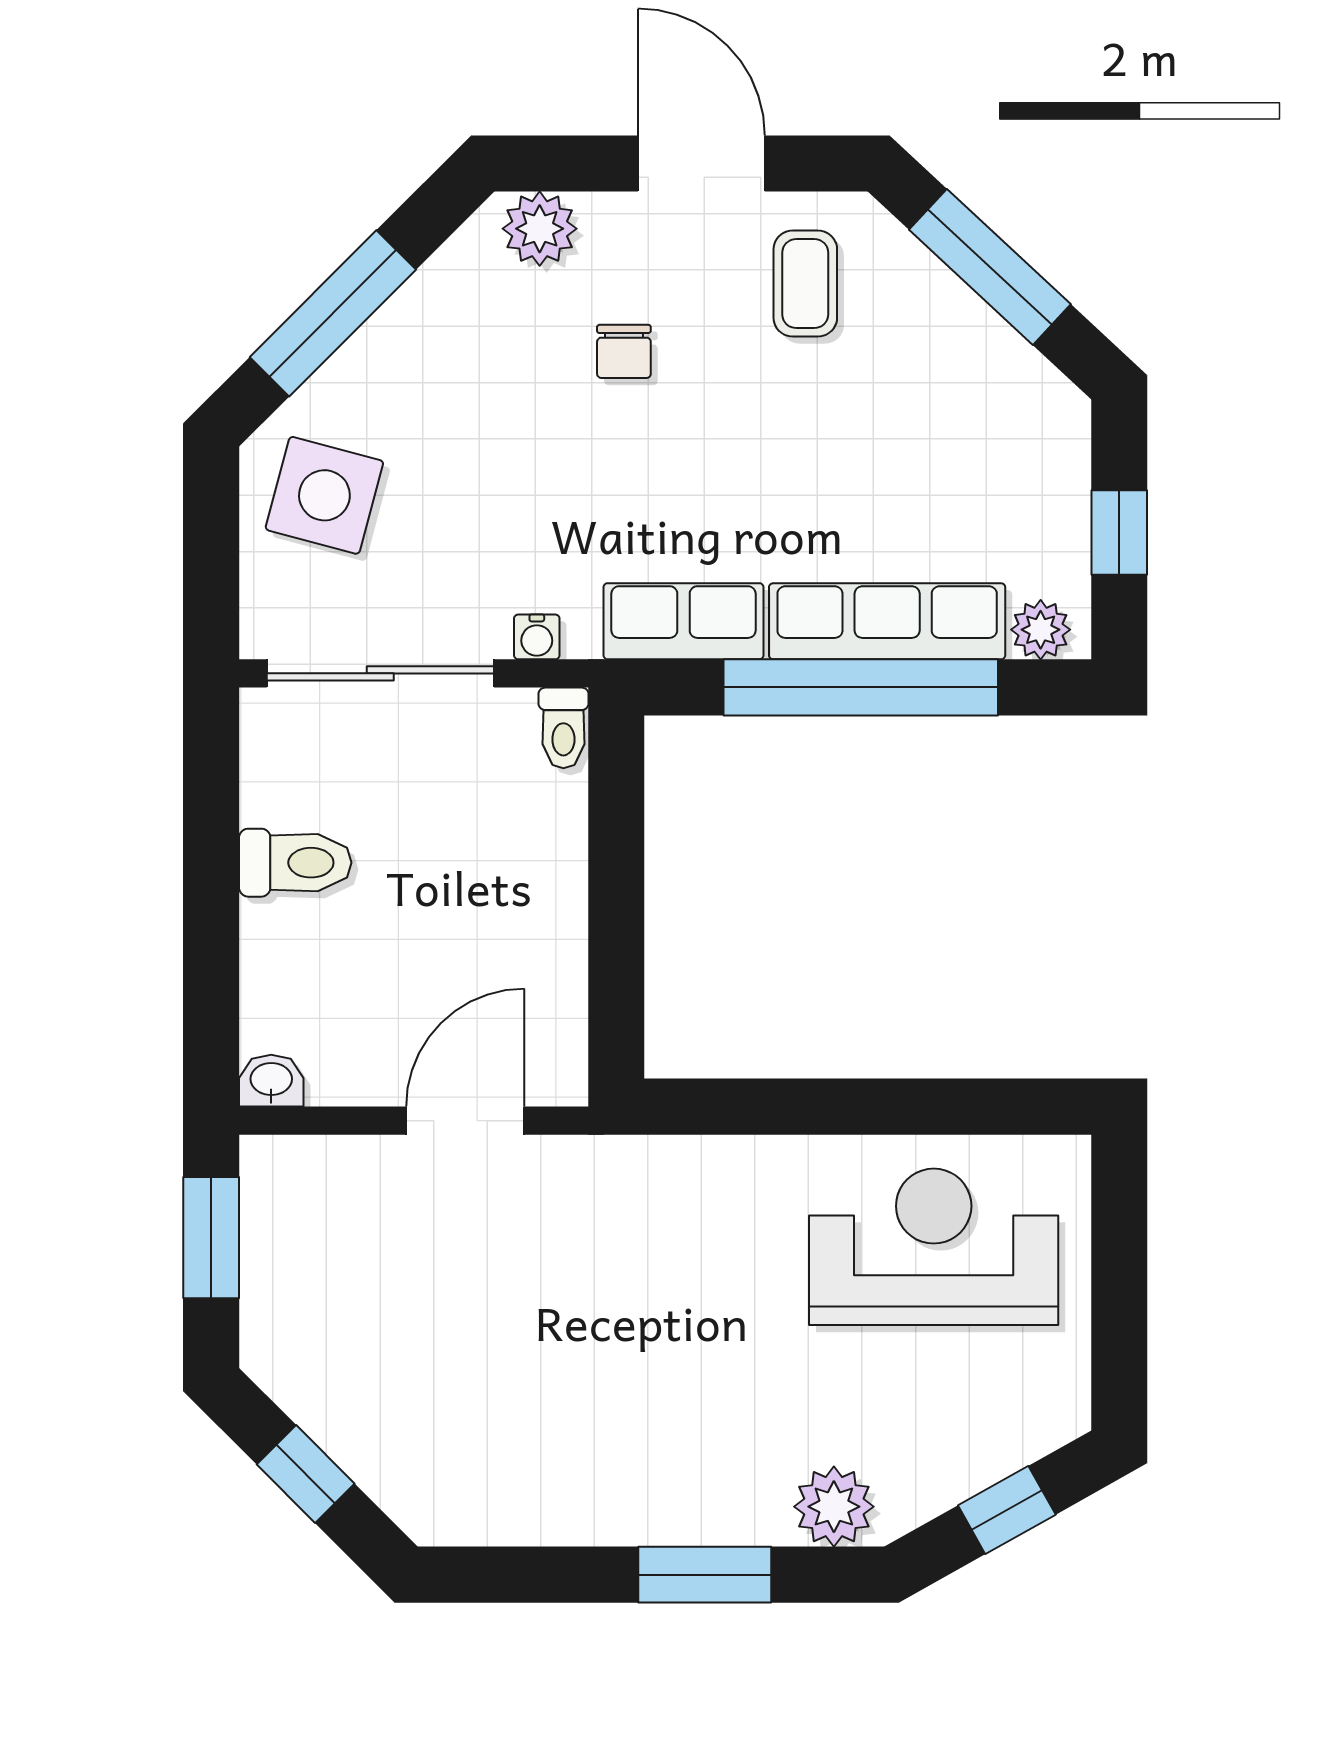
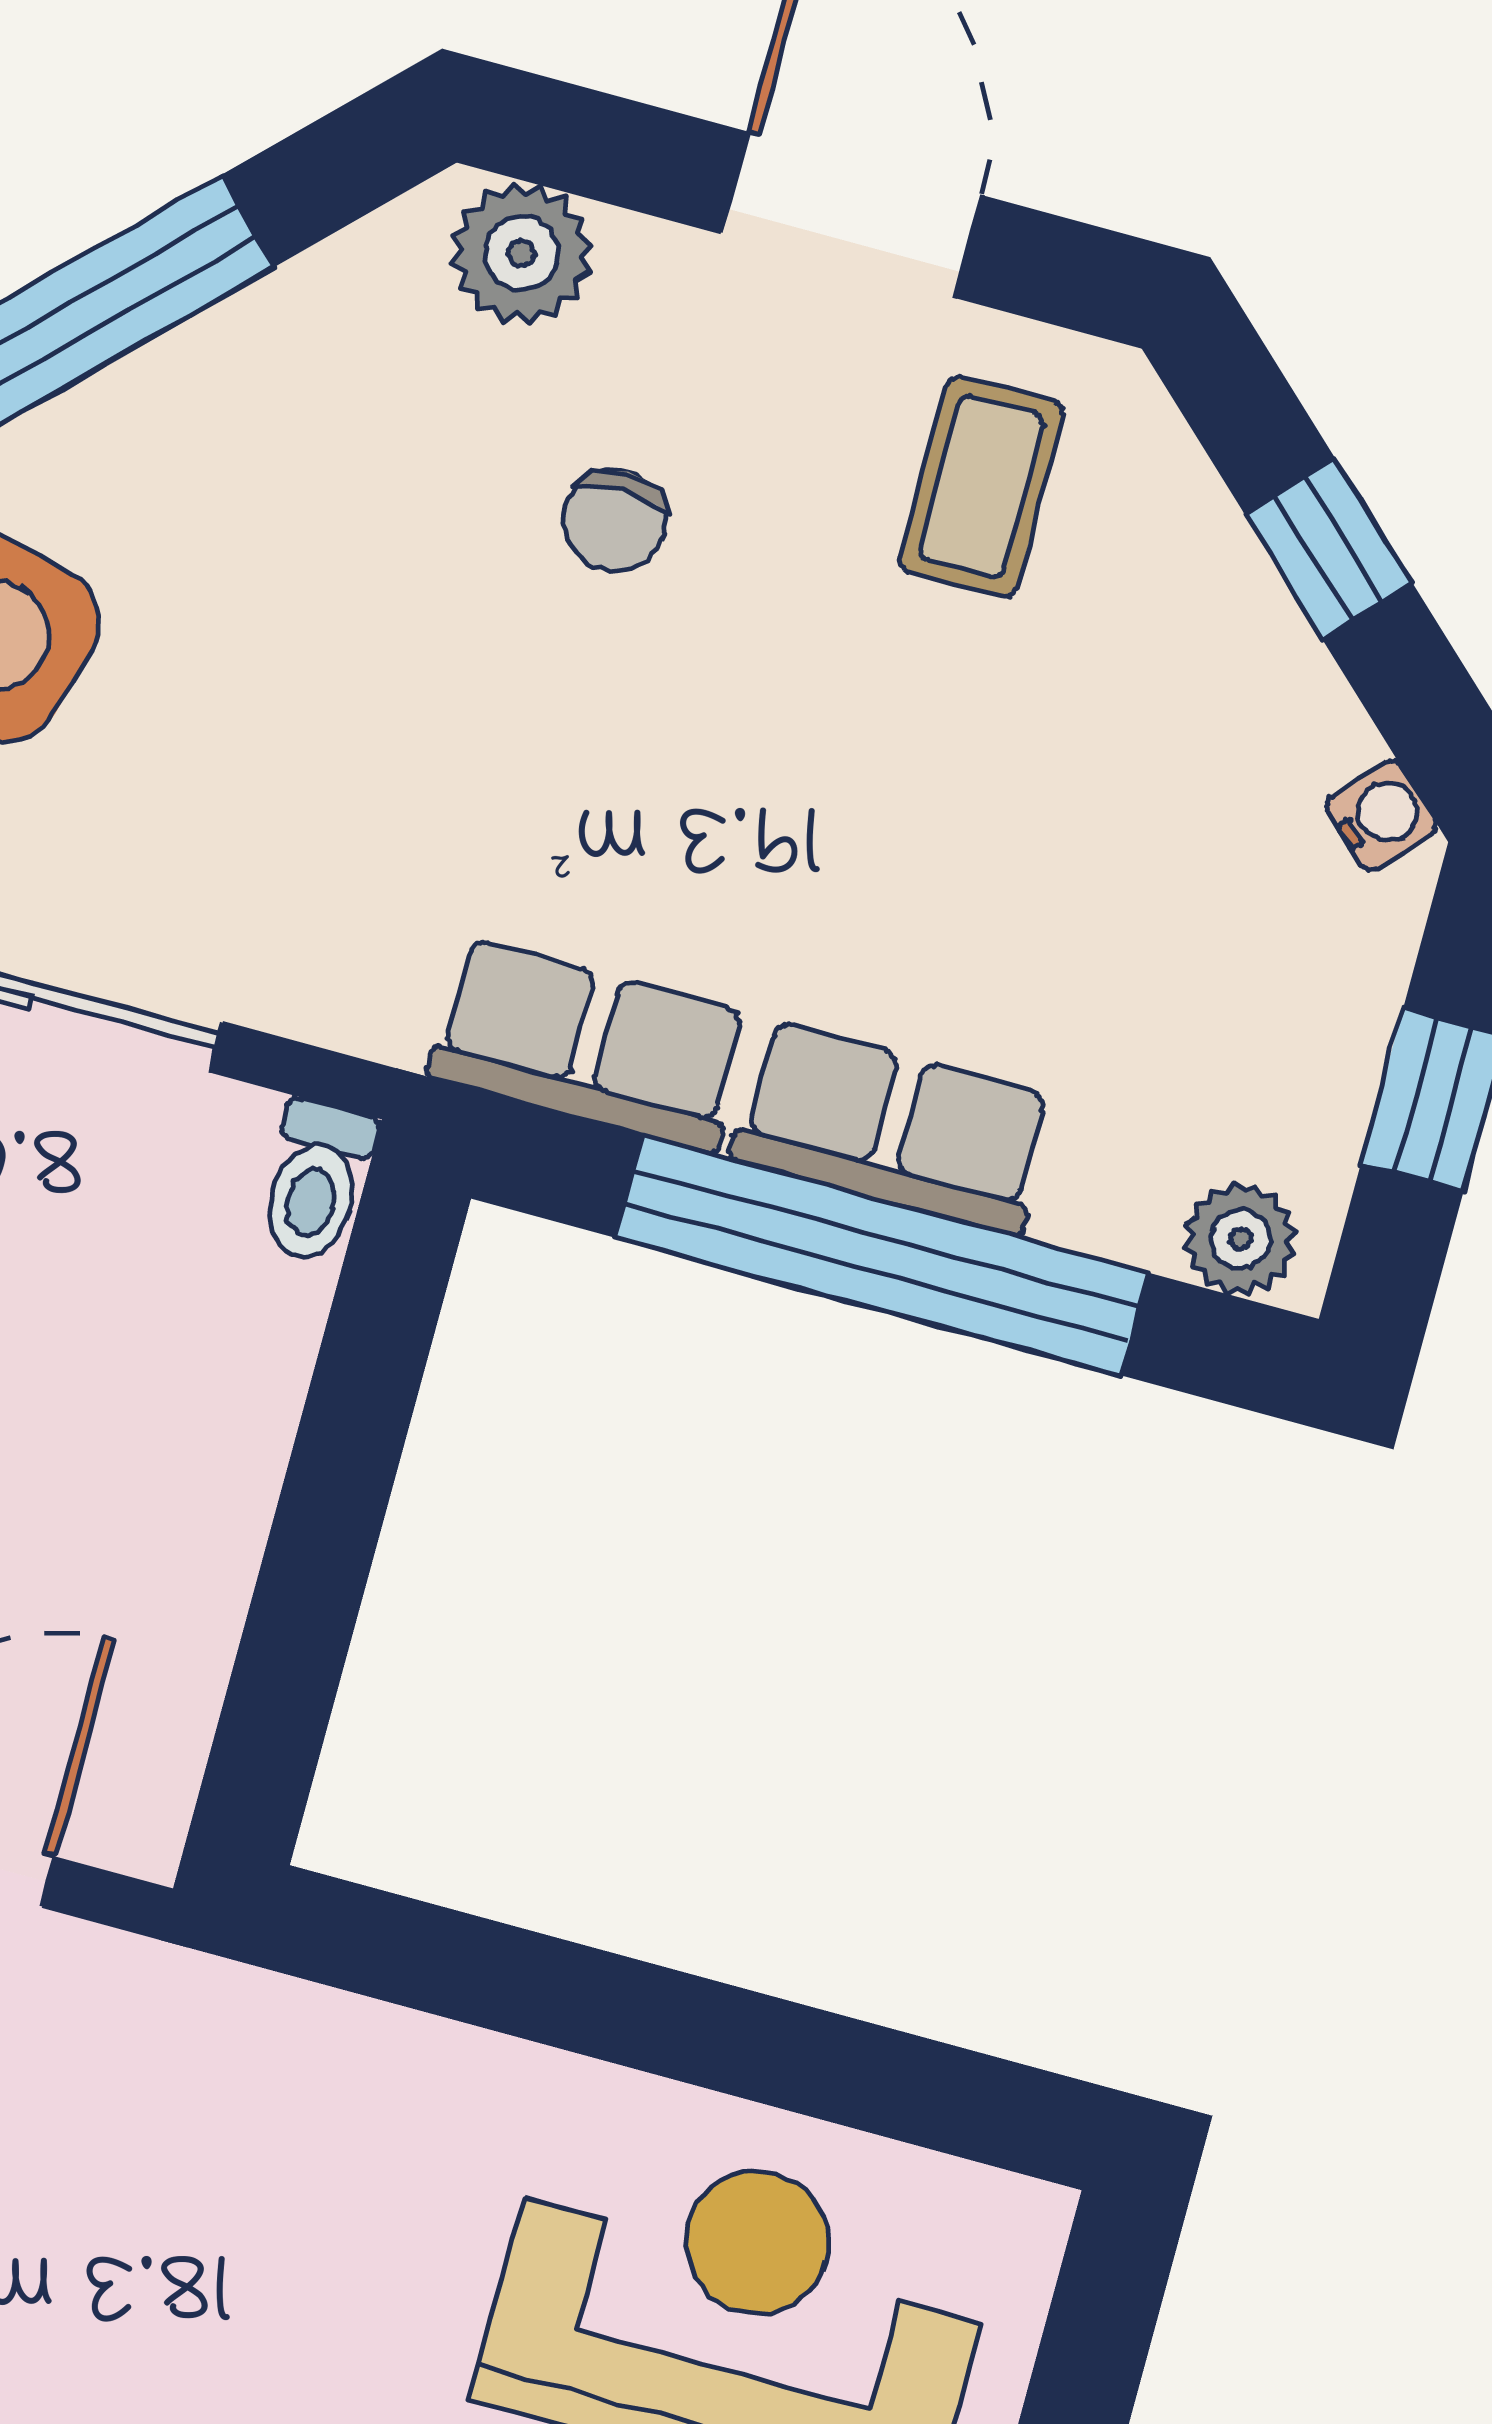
window: (990, 267) -> (1328, 548), width x0.46
row of seats: (887, 621) -> (893, 1128), width x0.68
water cooler: (537, 637) -> (1381, 815), moved, turned -137

